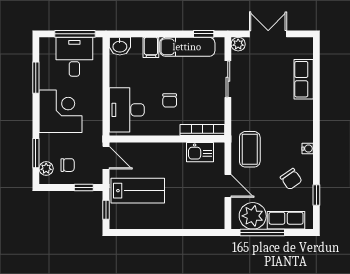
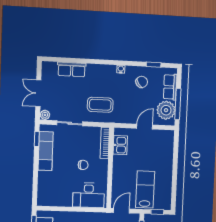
washbasin: (120, 46) -> (43, 199), removed
filing cabinet: (151, 47) -> (45, 177), removed
coffee table: (250, 149) -> (100, 105), moved

